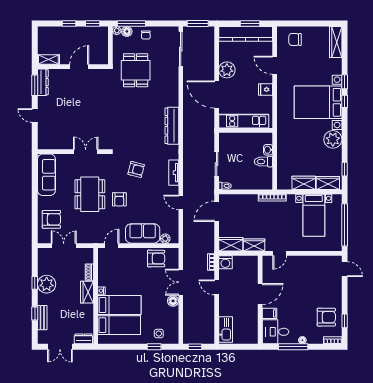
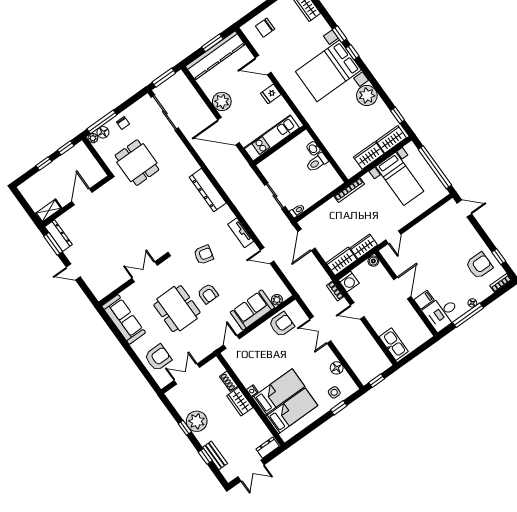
boiler: (253, 260) -> (373, 261), added
floor lamp: (173, 301) -> (337, 368), moved

